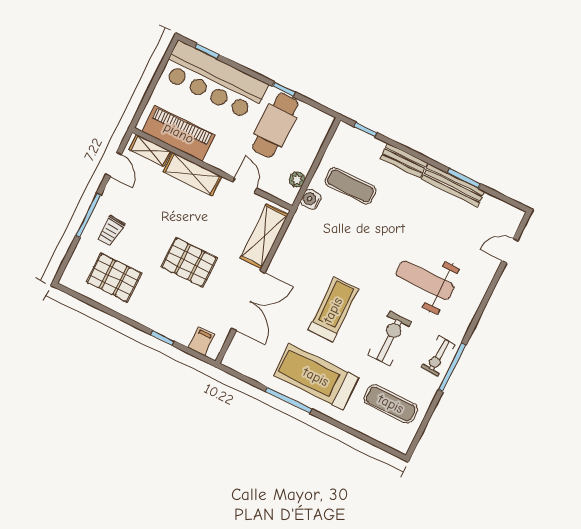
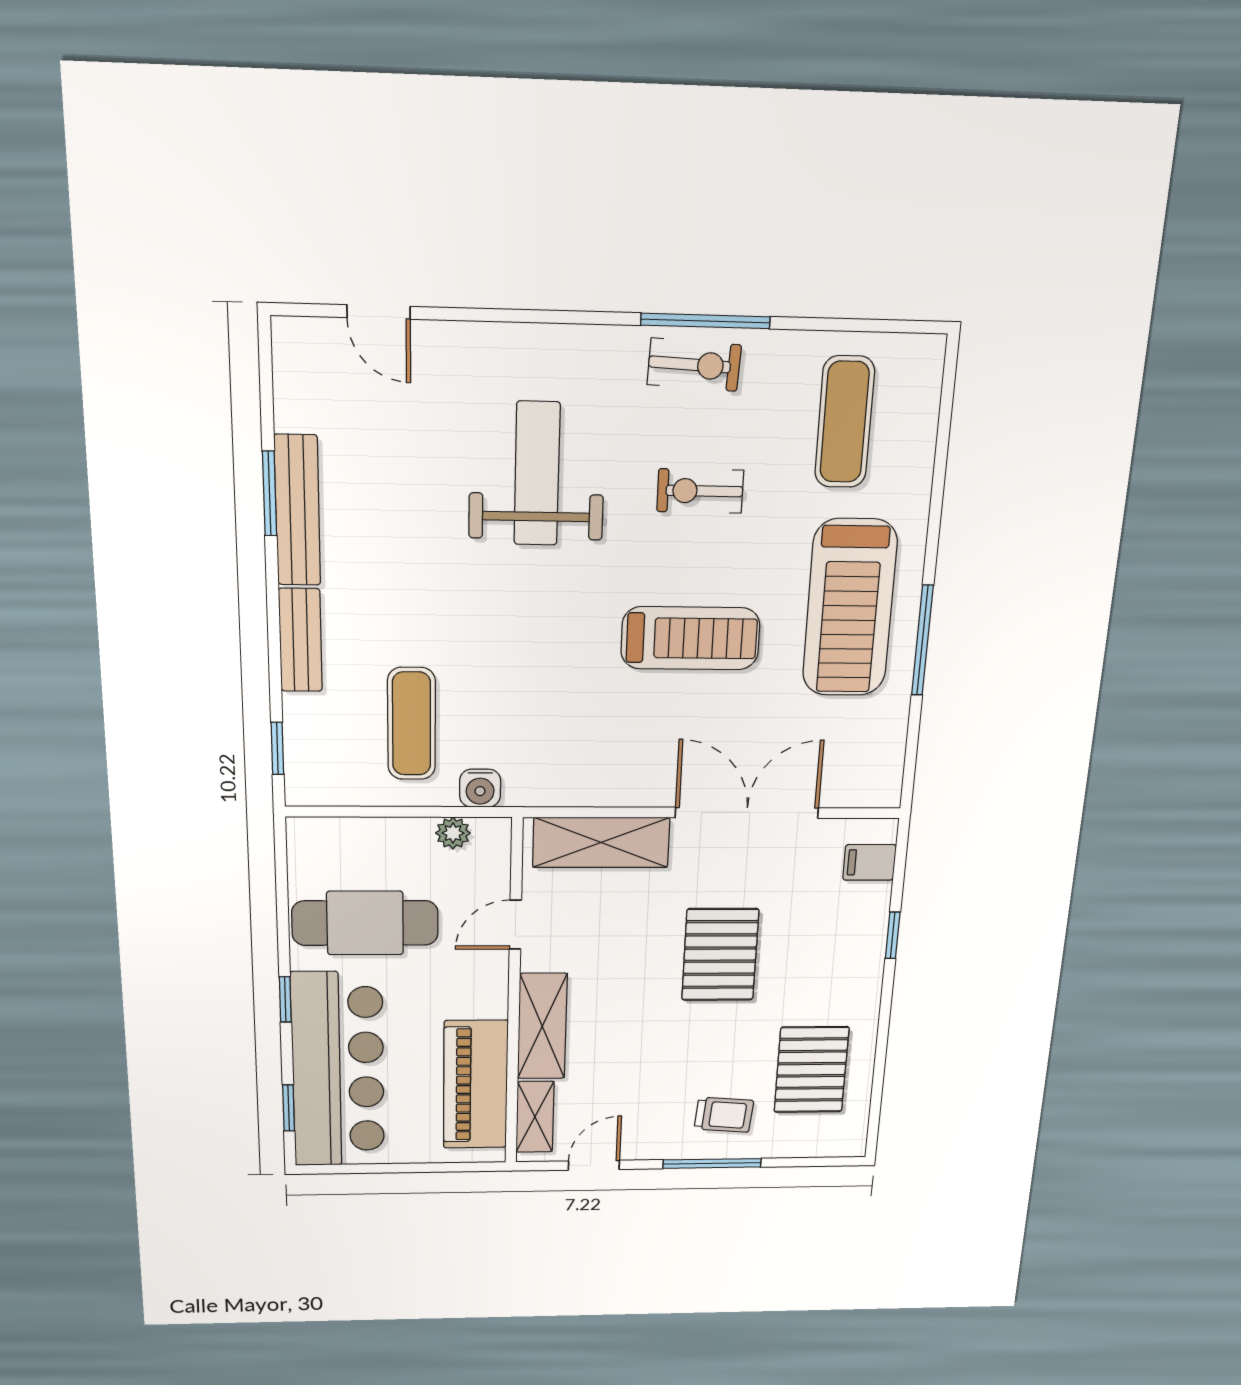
window: (284, 89) -> (285, 999), moved
weight bench: (425, 280) -> (537, 474), turned 180
treadmill: (333, 310) -> (690, 638), turned 180
exercise bike: (390, 338) -> (700, 491), width x0.73, depth x0.72

